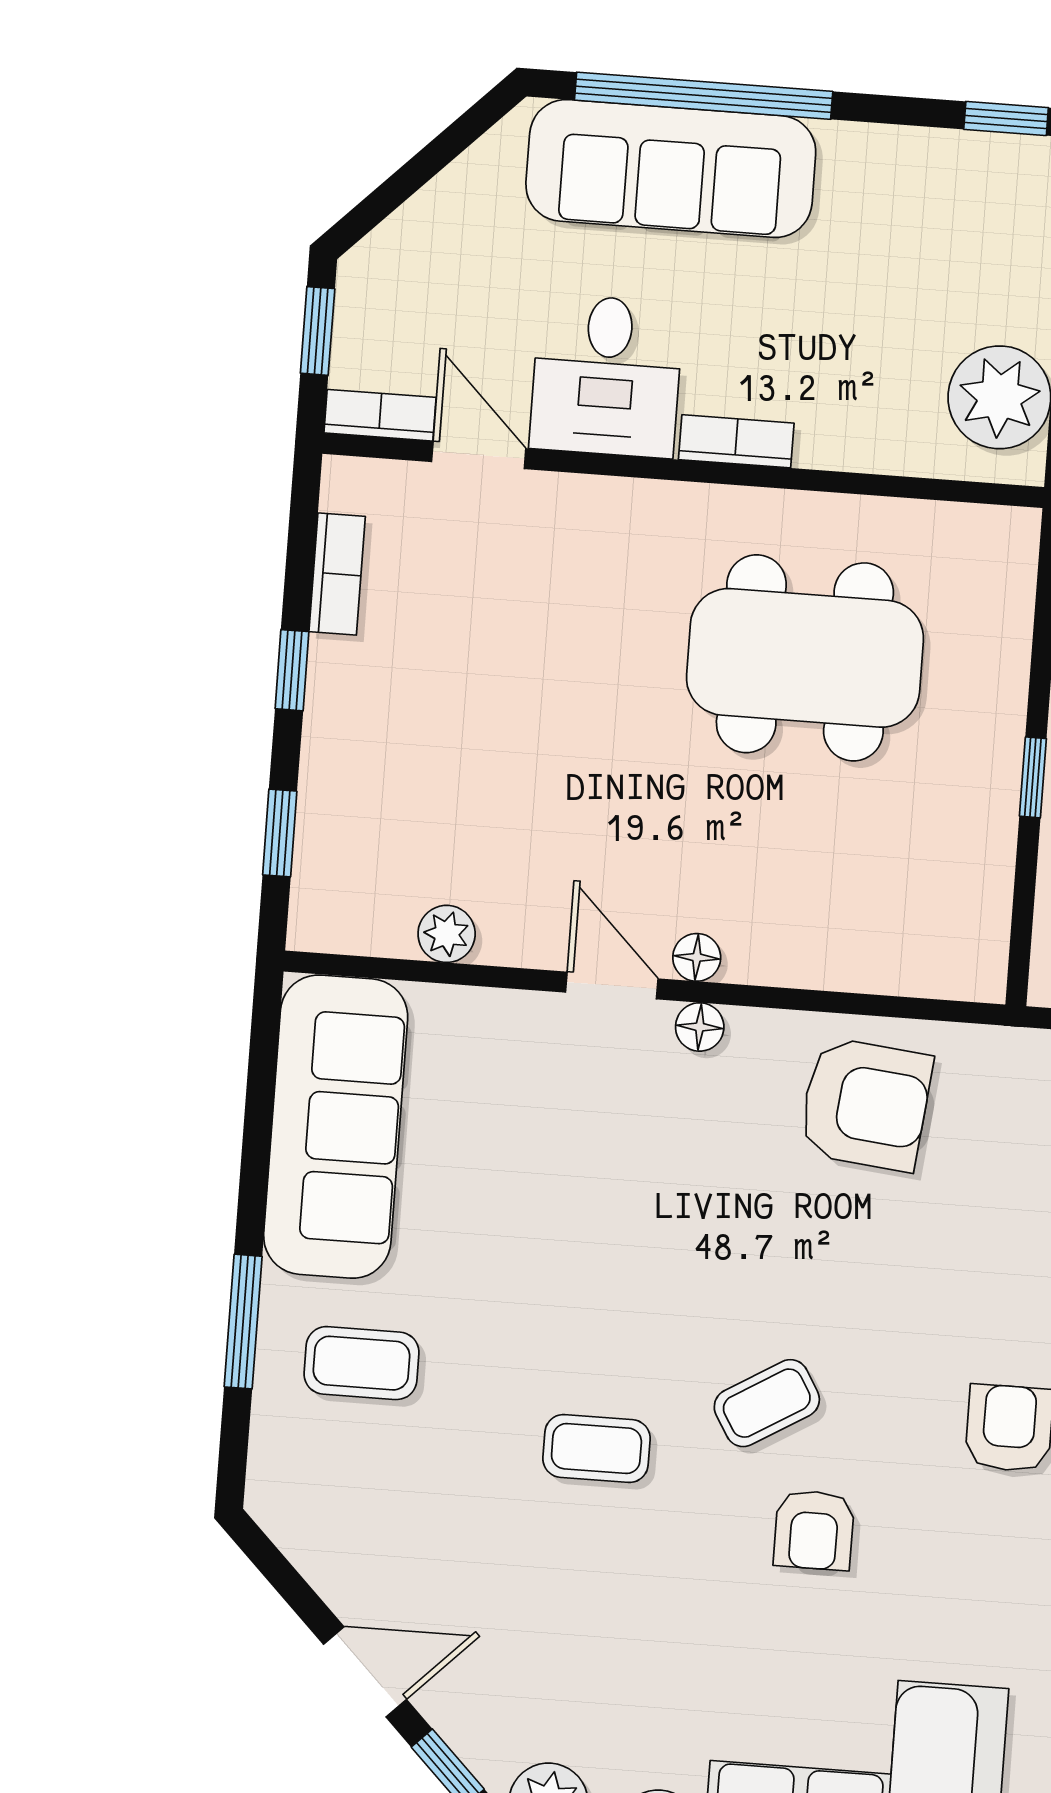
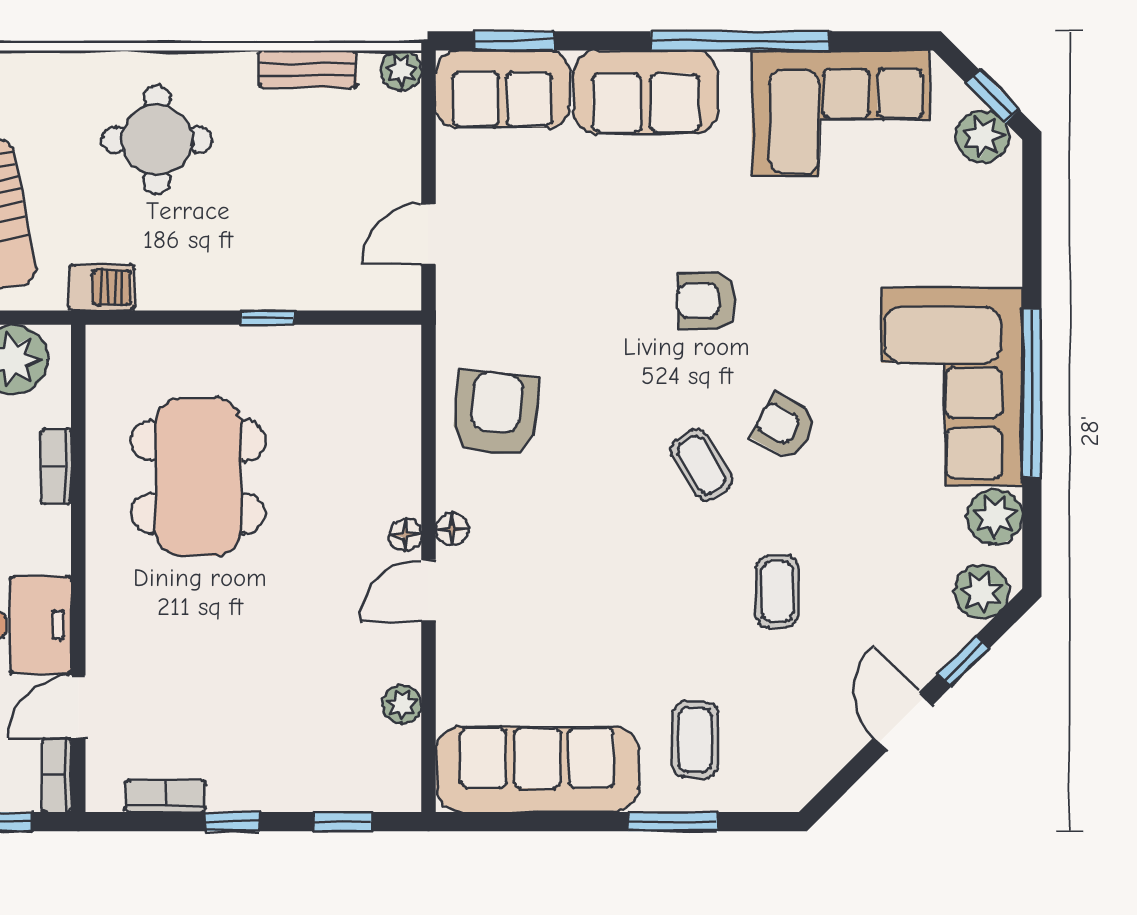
bookcase: (736, 441) -> (56, 466), moved
coffee table: (596, 1448) -> (777, 591), moved
armchair: (814, 1530) -> (785, 427), turned -151

